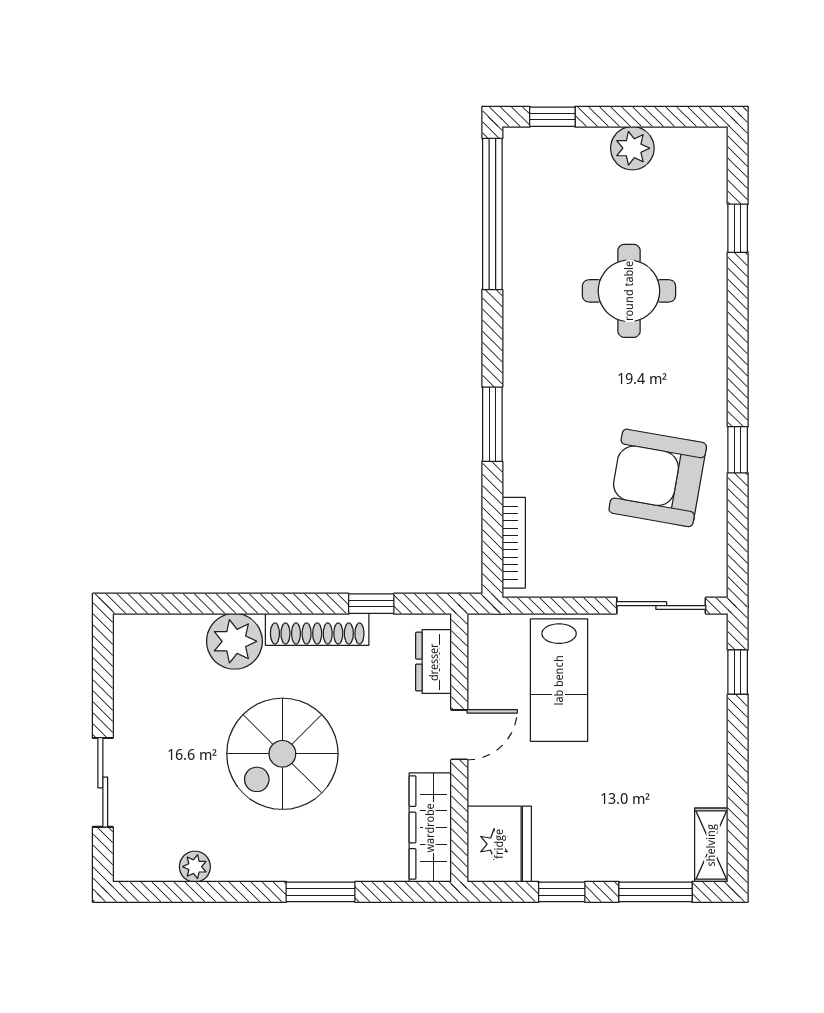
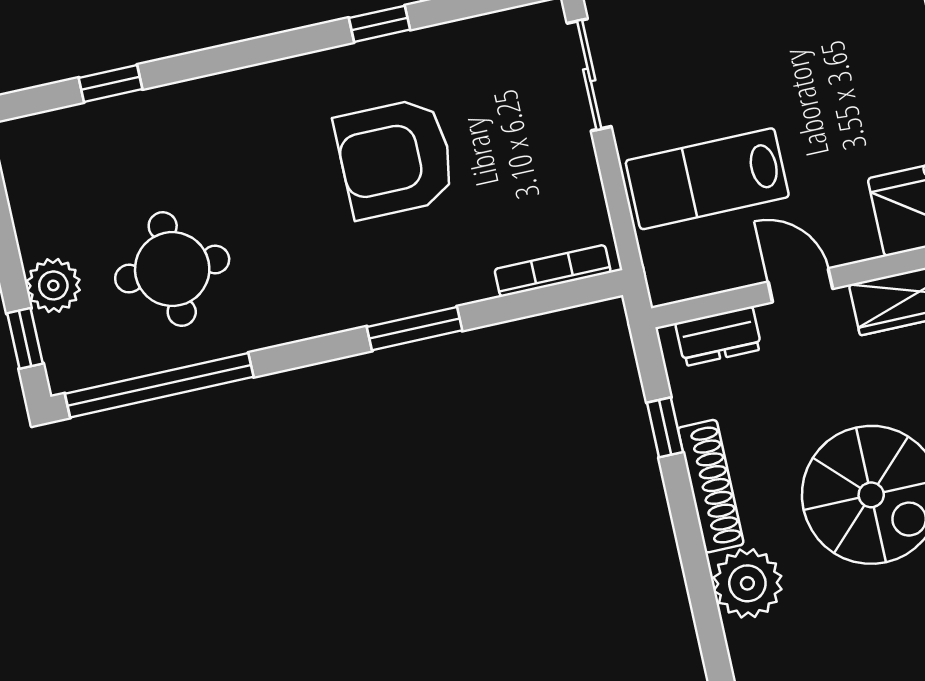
plant: (632, 148) -> (53, 285), moved
round table: (629, 291) -> (172, 269), moved
armchair: (658, 478) -> (395, 158), moved, turned 80
lab bench: (559, 680) -> (707, 179), turned 180

